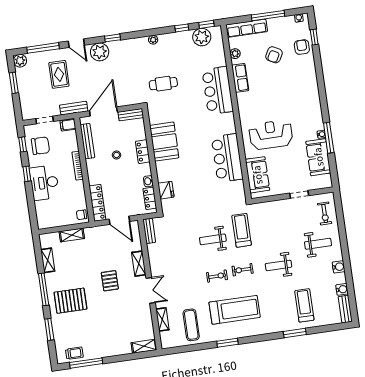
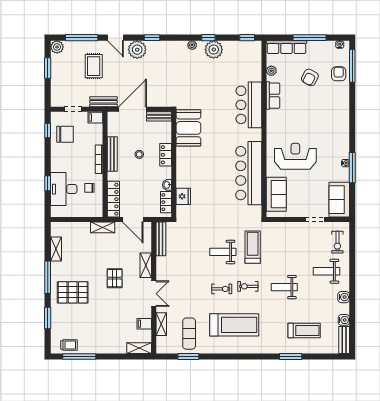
window: (182, 28) -> (208, 38), moved
plant: (202, 37) -> (214, 50), moved
window: (314, 37) -> (352, 66), width x2.17
cafe table: (163, 84) -> (196, 90), removed
bench: (87, 141) -> (112, 154), moved
booth: (164, 142) -> (188, 128), moved
sofa: (318, 157) -> (339, 200), moved
bar counter: (227, 158) -> (249, 173), width x1.36
window: (27, 174) -> (48, 183), moved
desk: (44, 183) -> (64, 189), moved
chair: (82, 215) -> (89, 188), moved
bench: (149, 231) -> (161, 239), width x1.36
shelving: (72, 235) -> (103, 227), moved
weight bench: (318, 244) -> (327, 271), turned 180
treadmill: (304, 305) -> (304, 331), turned 90
filing cabinet: (146, 321) -> (144, 324), added
window: (227, 343) -> (188, 357), moved

